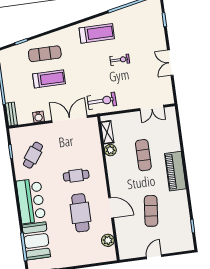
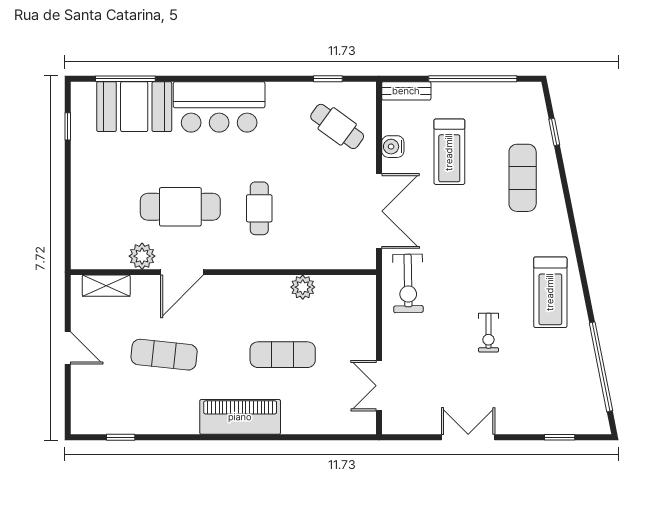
treadmill: (49, 79) -> (449, 152), moved
shelving: (107, 132) -> (106, 286), moved
cafe table: (33, 155) -> (337, 126), moved
plant: (108, 240) -> (142, 256), moved

